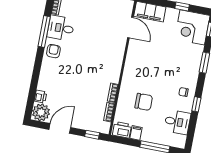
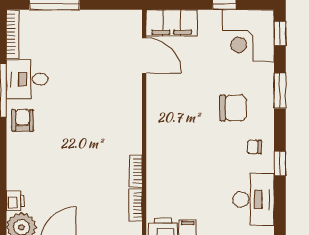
chair: (144, 102) -> (233, 108), moved
desk: (177, 122) -> (254, 199), width x1.37

